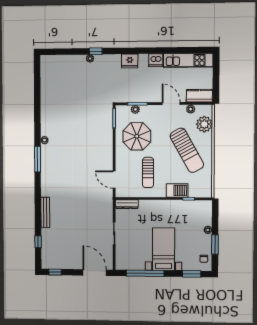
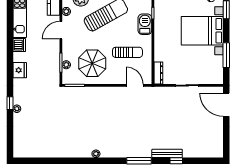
window: (38, 159) -> (139, 161), moved
door: (114, 180) -> (135, 85), swing flipped
window: (38, 242) -> (176, 161), moved
bed with nightstands: (164, 249) -> (202, 31), width x1.36
window: (55, 272) -> (226, 144), removed
door: (95, 273) -> (226, 105), hinge flipped
window: (145, 273) -> (226, 55), width x0.68

